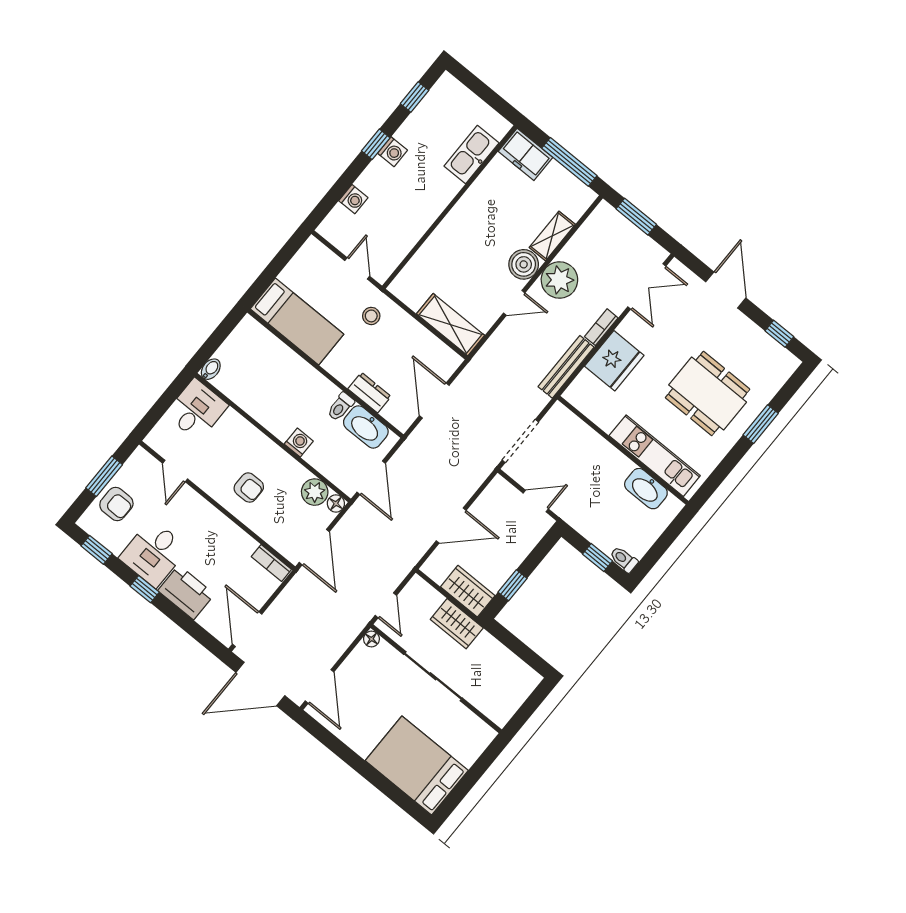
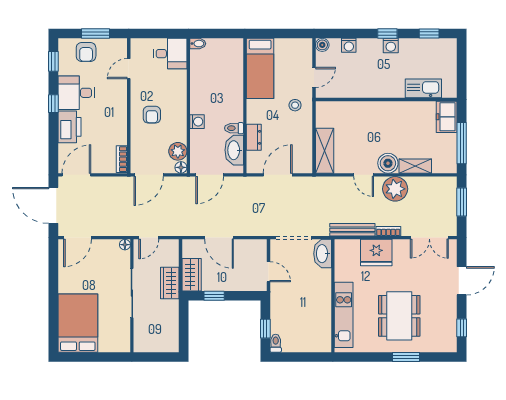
boiler: (328, 229) -> (322, 45), added
washbasin: (646, 489) -> (323, 254), moved

